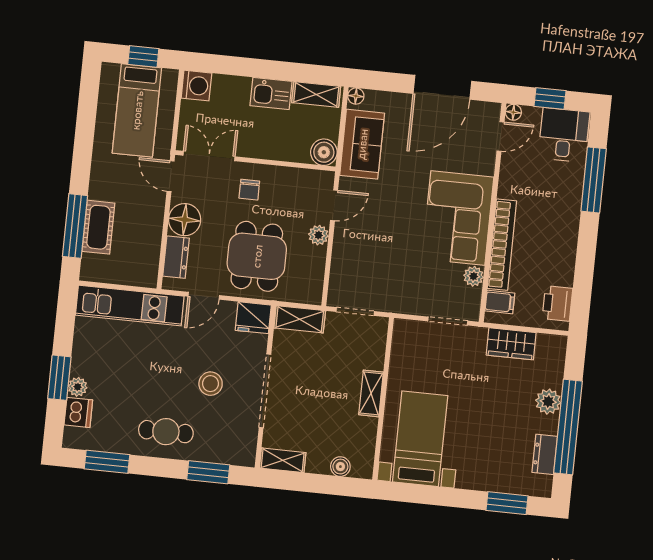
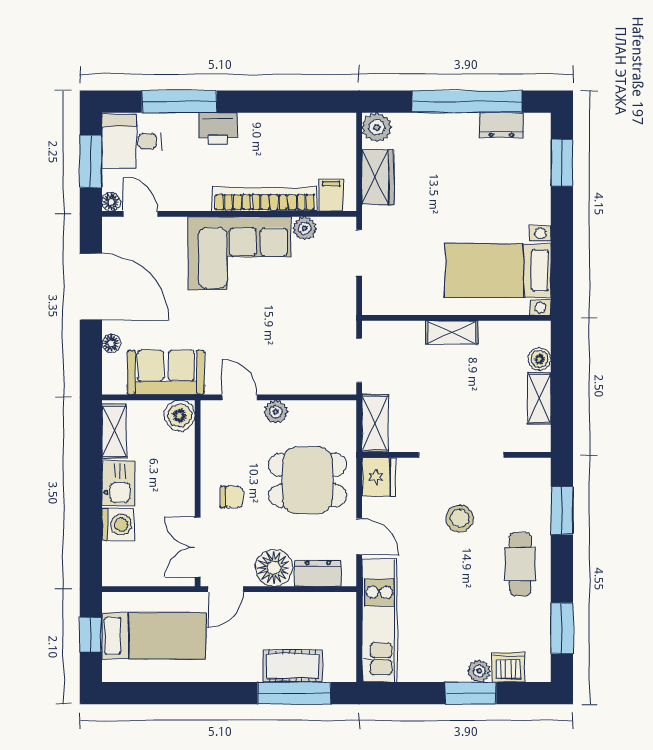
washing machine: (196, 86) -> (118, 525), moved, turned 90
floor lamp: (356, 96) -> (111, 343), moved
window: (550, 98) -> (91, 161), width x1.50
printer: (557, 304) -> (218, 128), moved
plant: (548, 402) -> (377, 127), moved
shelving: (283, 460) -> (539, 398), moved

